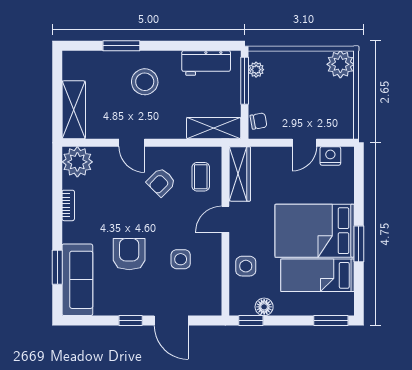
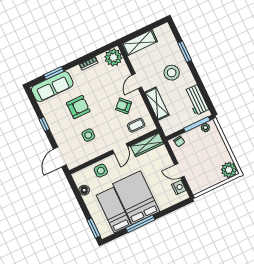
shelving: (214, 128) -> (157, 104), moved
door: (225, 219) -> (120, 148), swing flipped
window: (359, 244) -> (140, 224), width x1.44
door: (171, 321) -> (60, 157), moved
window: (251, 321) -> (74, 187), removed

